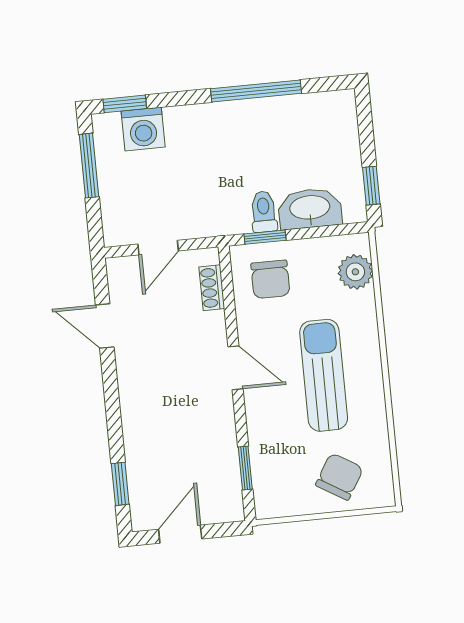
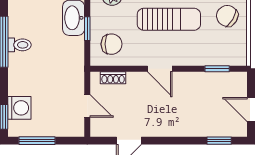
toilet: (264, 212) -> (19, 45), moved, turned 180
window: (265, 237) -> (87, 29), moved
door: (235, 368) -> (160, 69), swing flipped
sun lounger: (324, 375) -> (169, 19), turned 180

